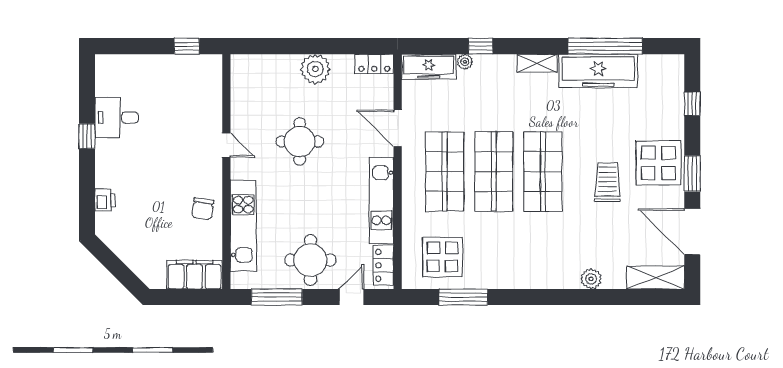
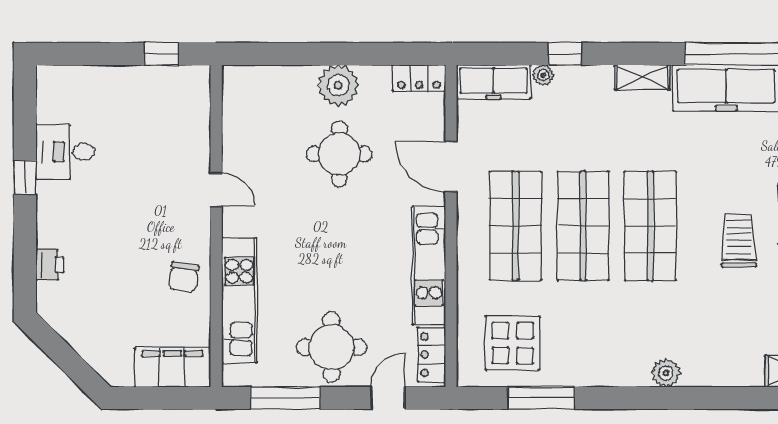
round table: (300, 142) -> (339, 154), moved
plant: (591, 279) -> (666, 373), moved

